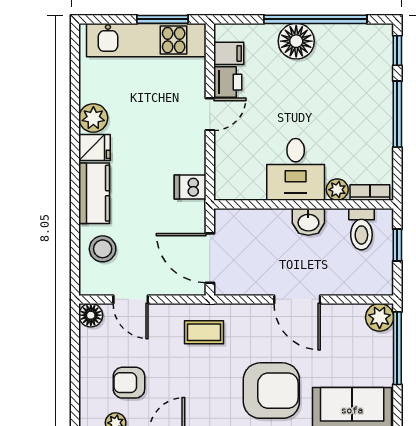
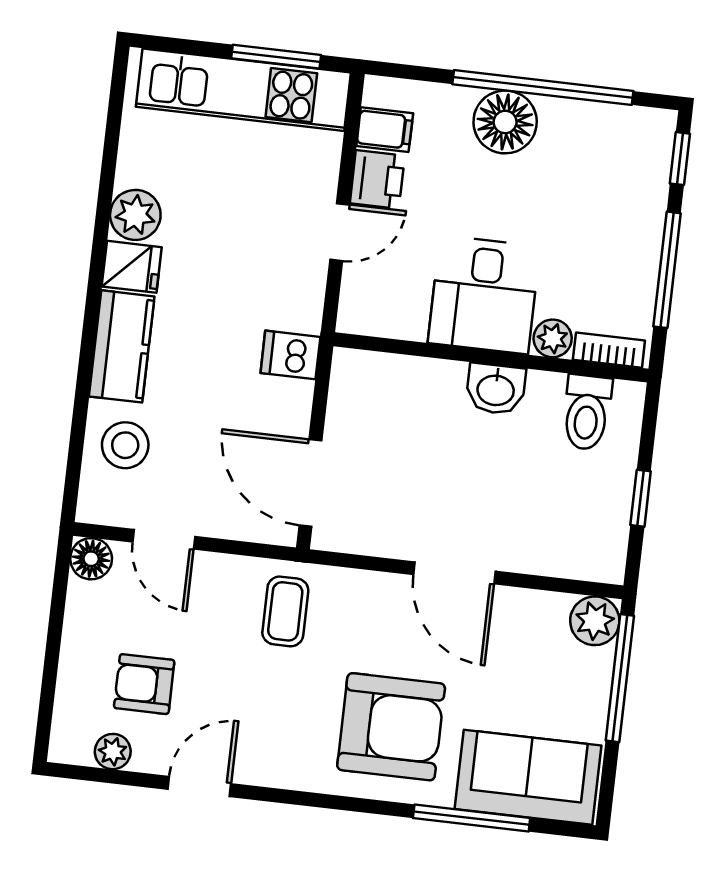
desk: (296, 169) -> (484, 295), moved
plant: (337, 190) -> (553, 338), moved
bookcase: (370, 192) -> (609, 350), moved
wall: (304, 204) -> (491, 357), moved
washbasin: (308, 222) -> (496, 389), moved
toilet: (361, 229) -> (587, 412), moved
coffee table: (204, 332) -> (285, 611), turned 90

